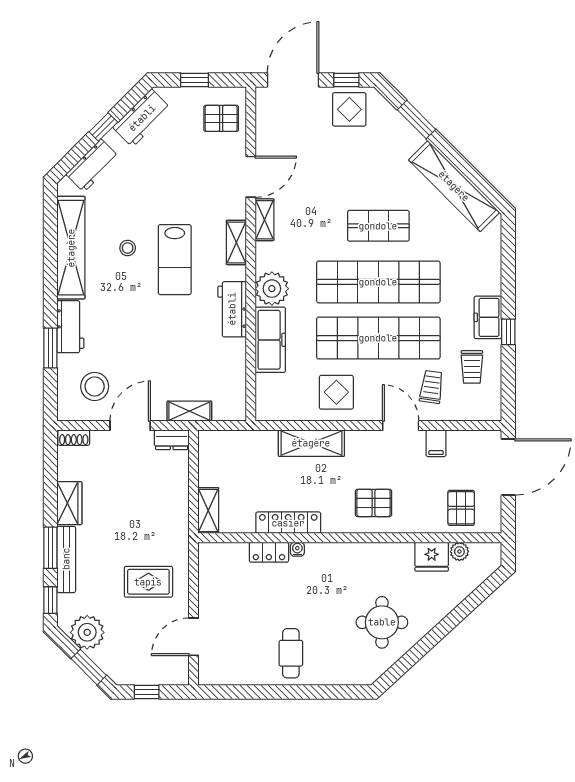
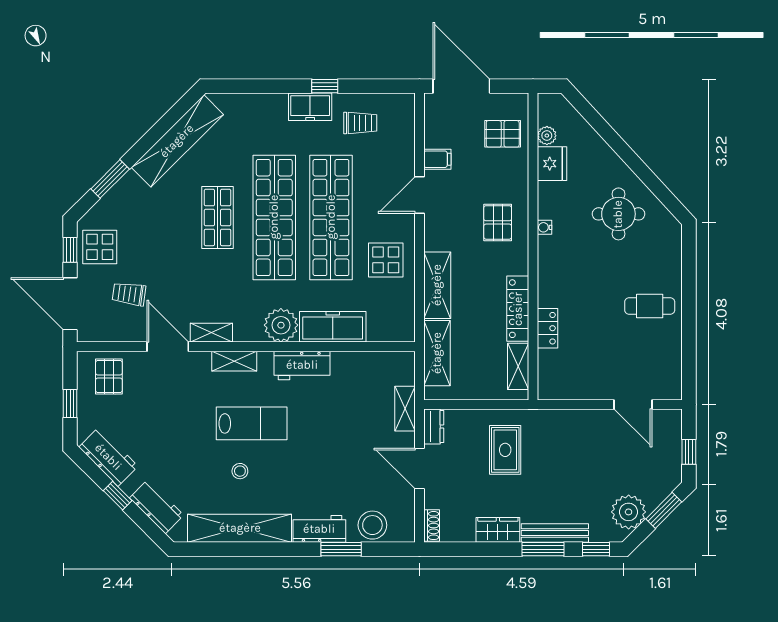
stool: (95, 386) -> (372, 525), moved
trolley: (431, 387) -> (129, 294), moved
shelving: (244, 443) -> (437, 353), added
shelving: (208, 511) -> (518, 366), moved, turned 90
water cooler: (297, 549) -> (545, 227), moved
rug: (148, 582) -> (505, 450), moved

